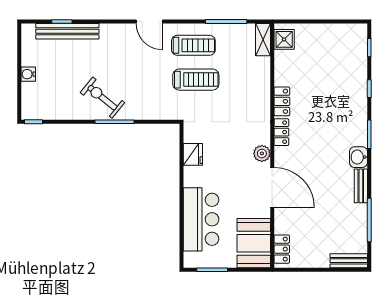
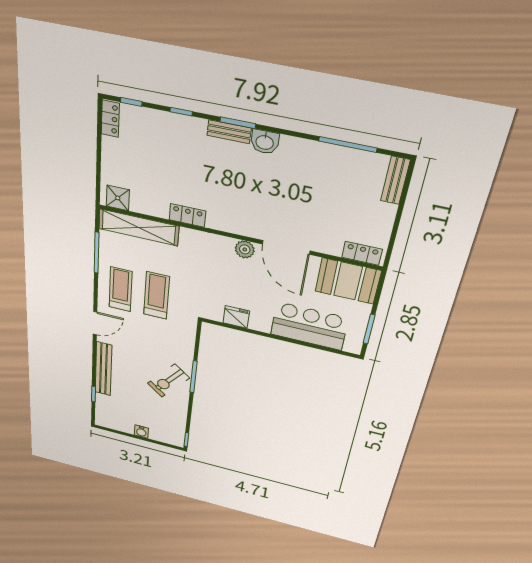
bench: (67, 31) -> (103, 369), moved
shelving: (263, 40) -> (138, 227), width x2.20, depth x1.33
locker: (281, 132) -> (110, 119), moved, turned 90
bench: (361, 186) -> (229, 132), moved
door: (272, 188) -> (286, 247), swing flipped

